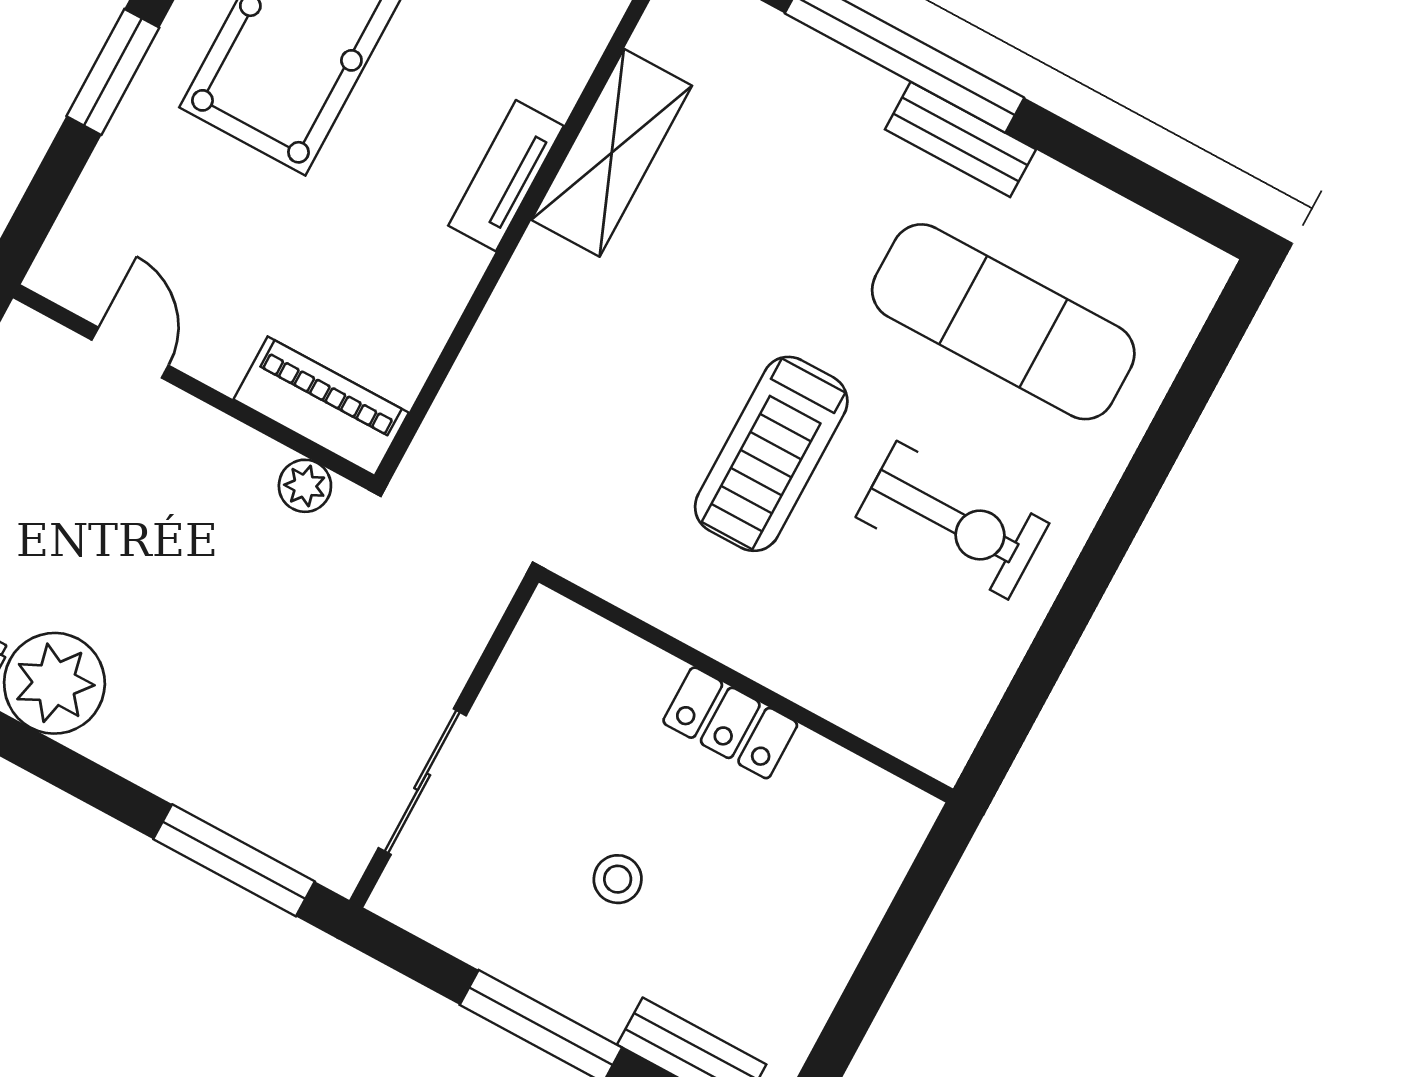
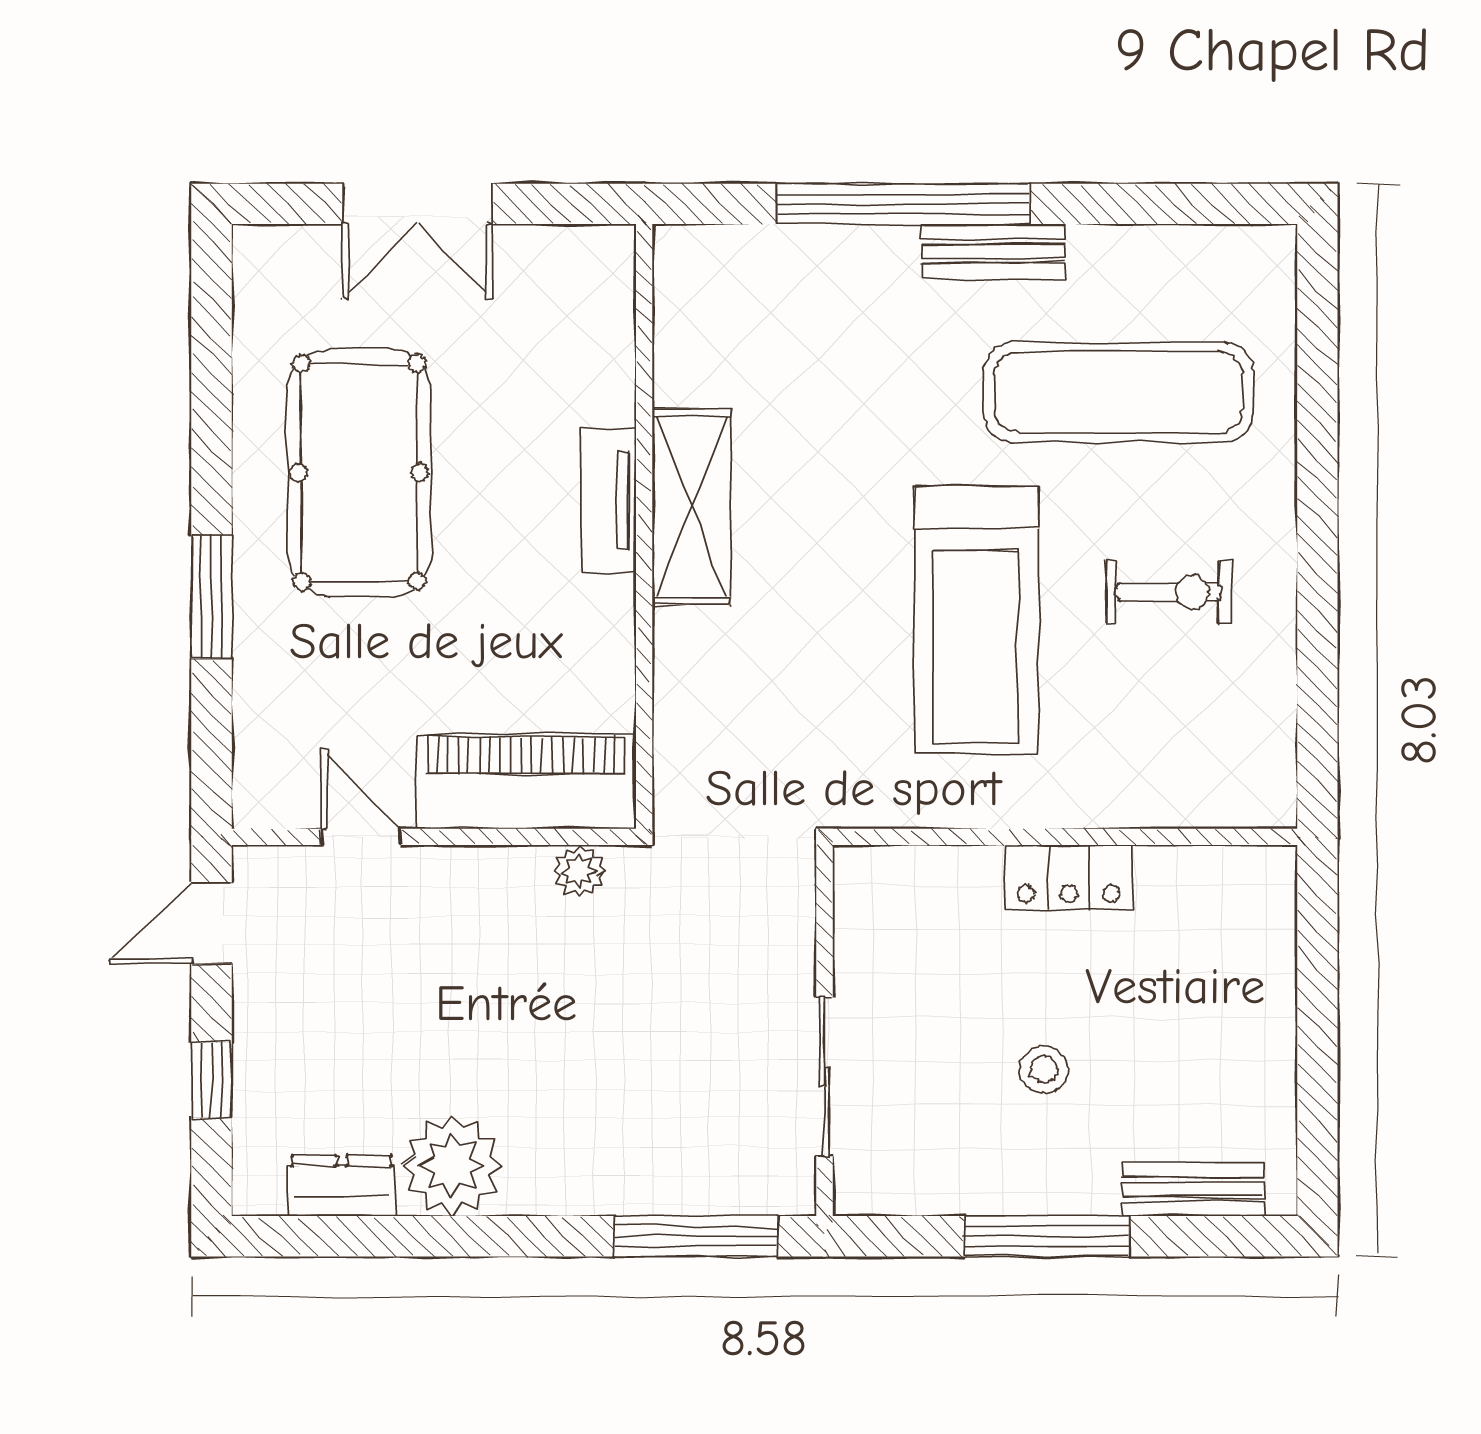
shelving: (612, 153) -> (691, 507), moved
piano: (321, 406) -> (526, 781), width x1.37, depth x1.33
treadmill: (771, 454) -> (976, 620), width x1.37, depth x1.38
exercise bike: (952, 520) -> (1168, 592), width x0.73, depth x0.72

